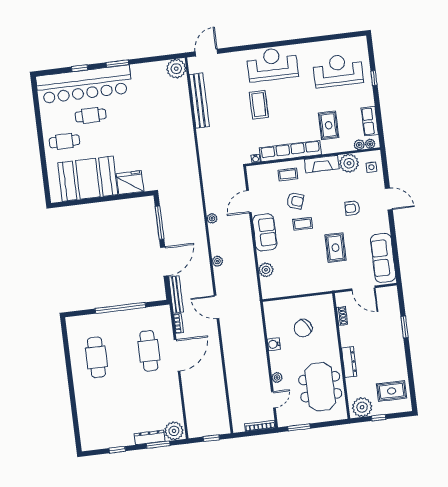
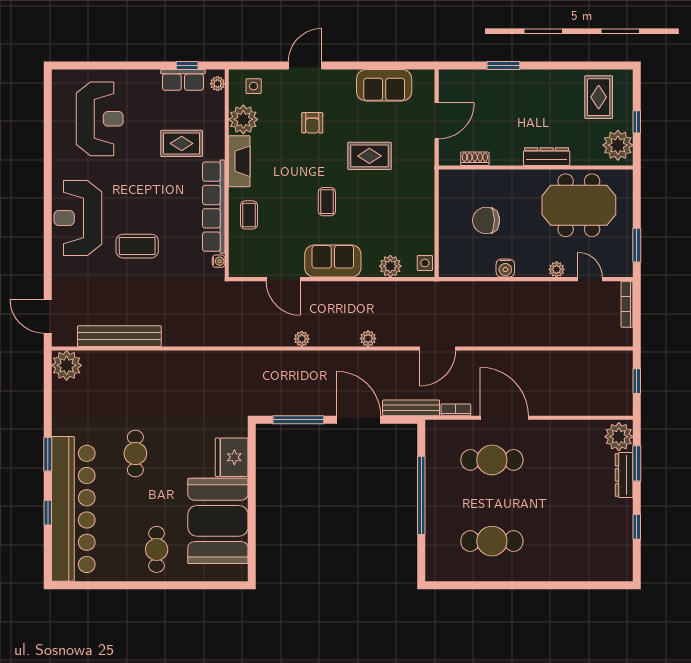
reception desk: (338, 71) -> (100, 119), turned 180
window: (374, 78) -> (187, 65), moved
cafe table: (91, 115) -> (135, 454), moved
plant: (359, 145) -> (217, 100), removed
armchair: (295, 201) -> (290, 209), removed
sofa: (383, 258) -> (384, 85), width x0.73
side table: (271, 292) -> (425, 263), added
chair: (303, 328) -> (486, 220), turned 124

